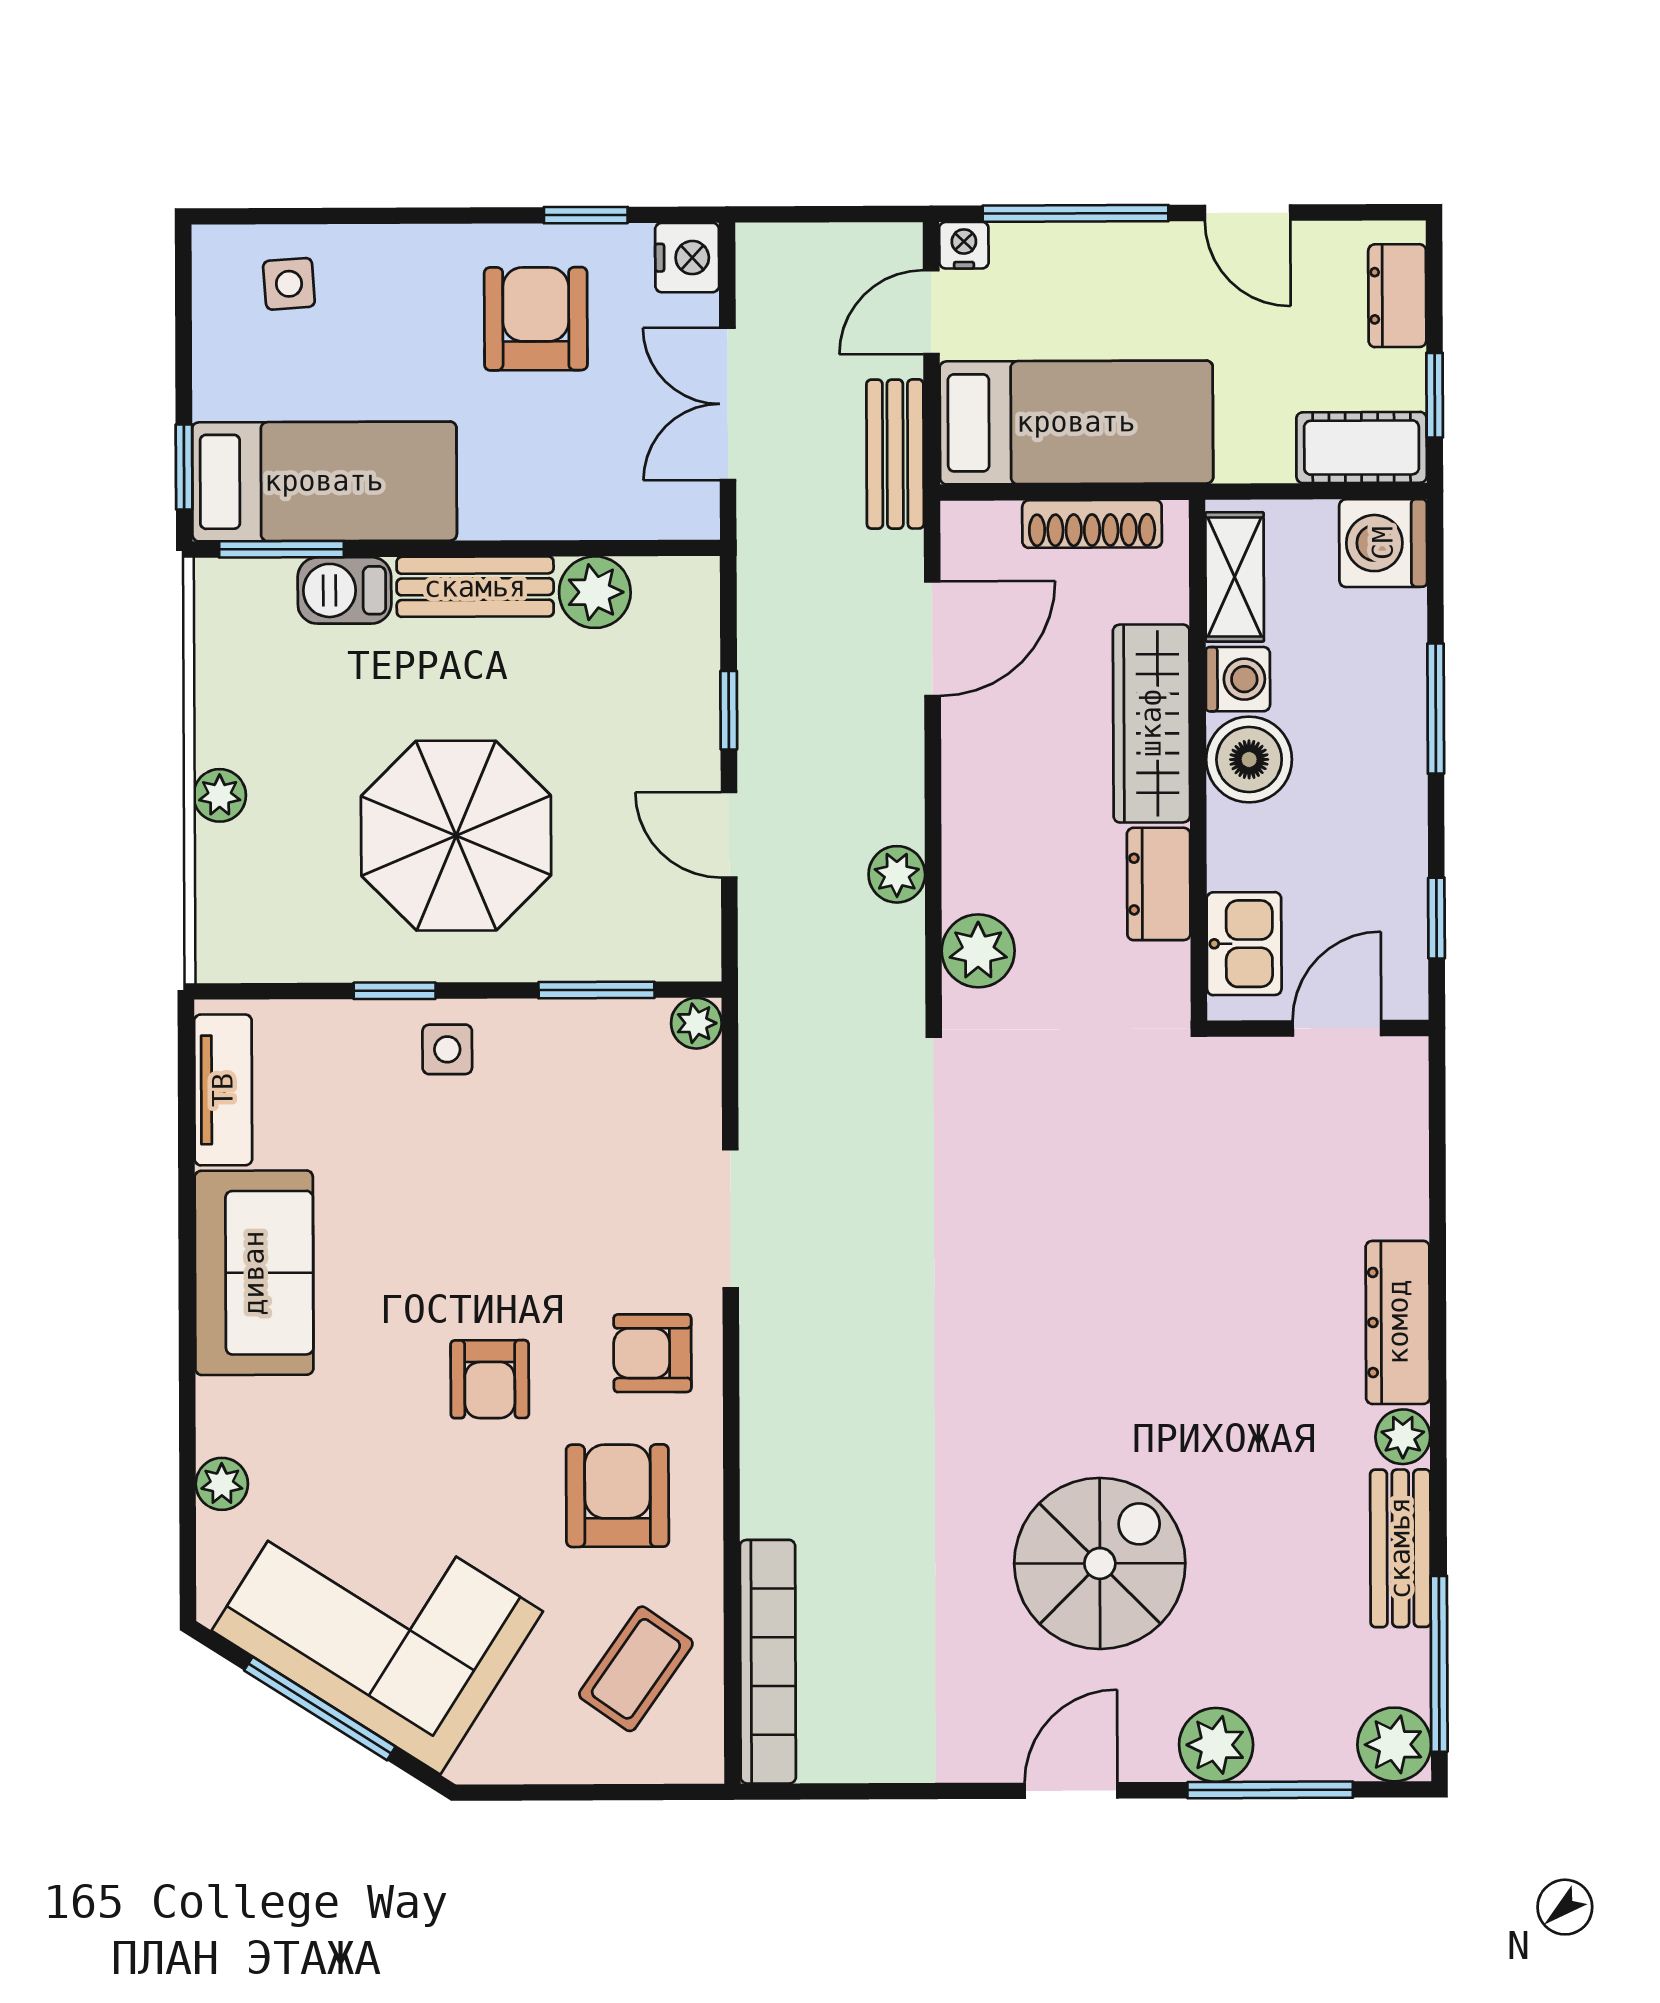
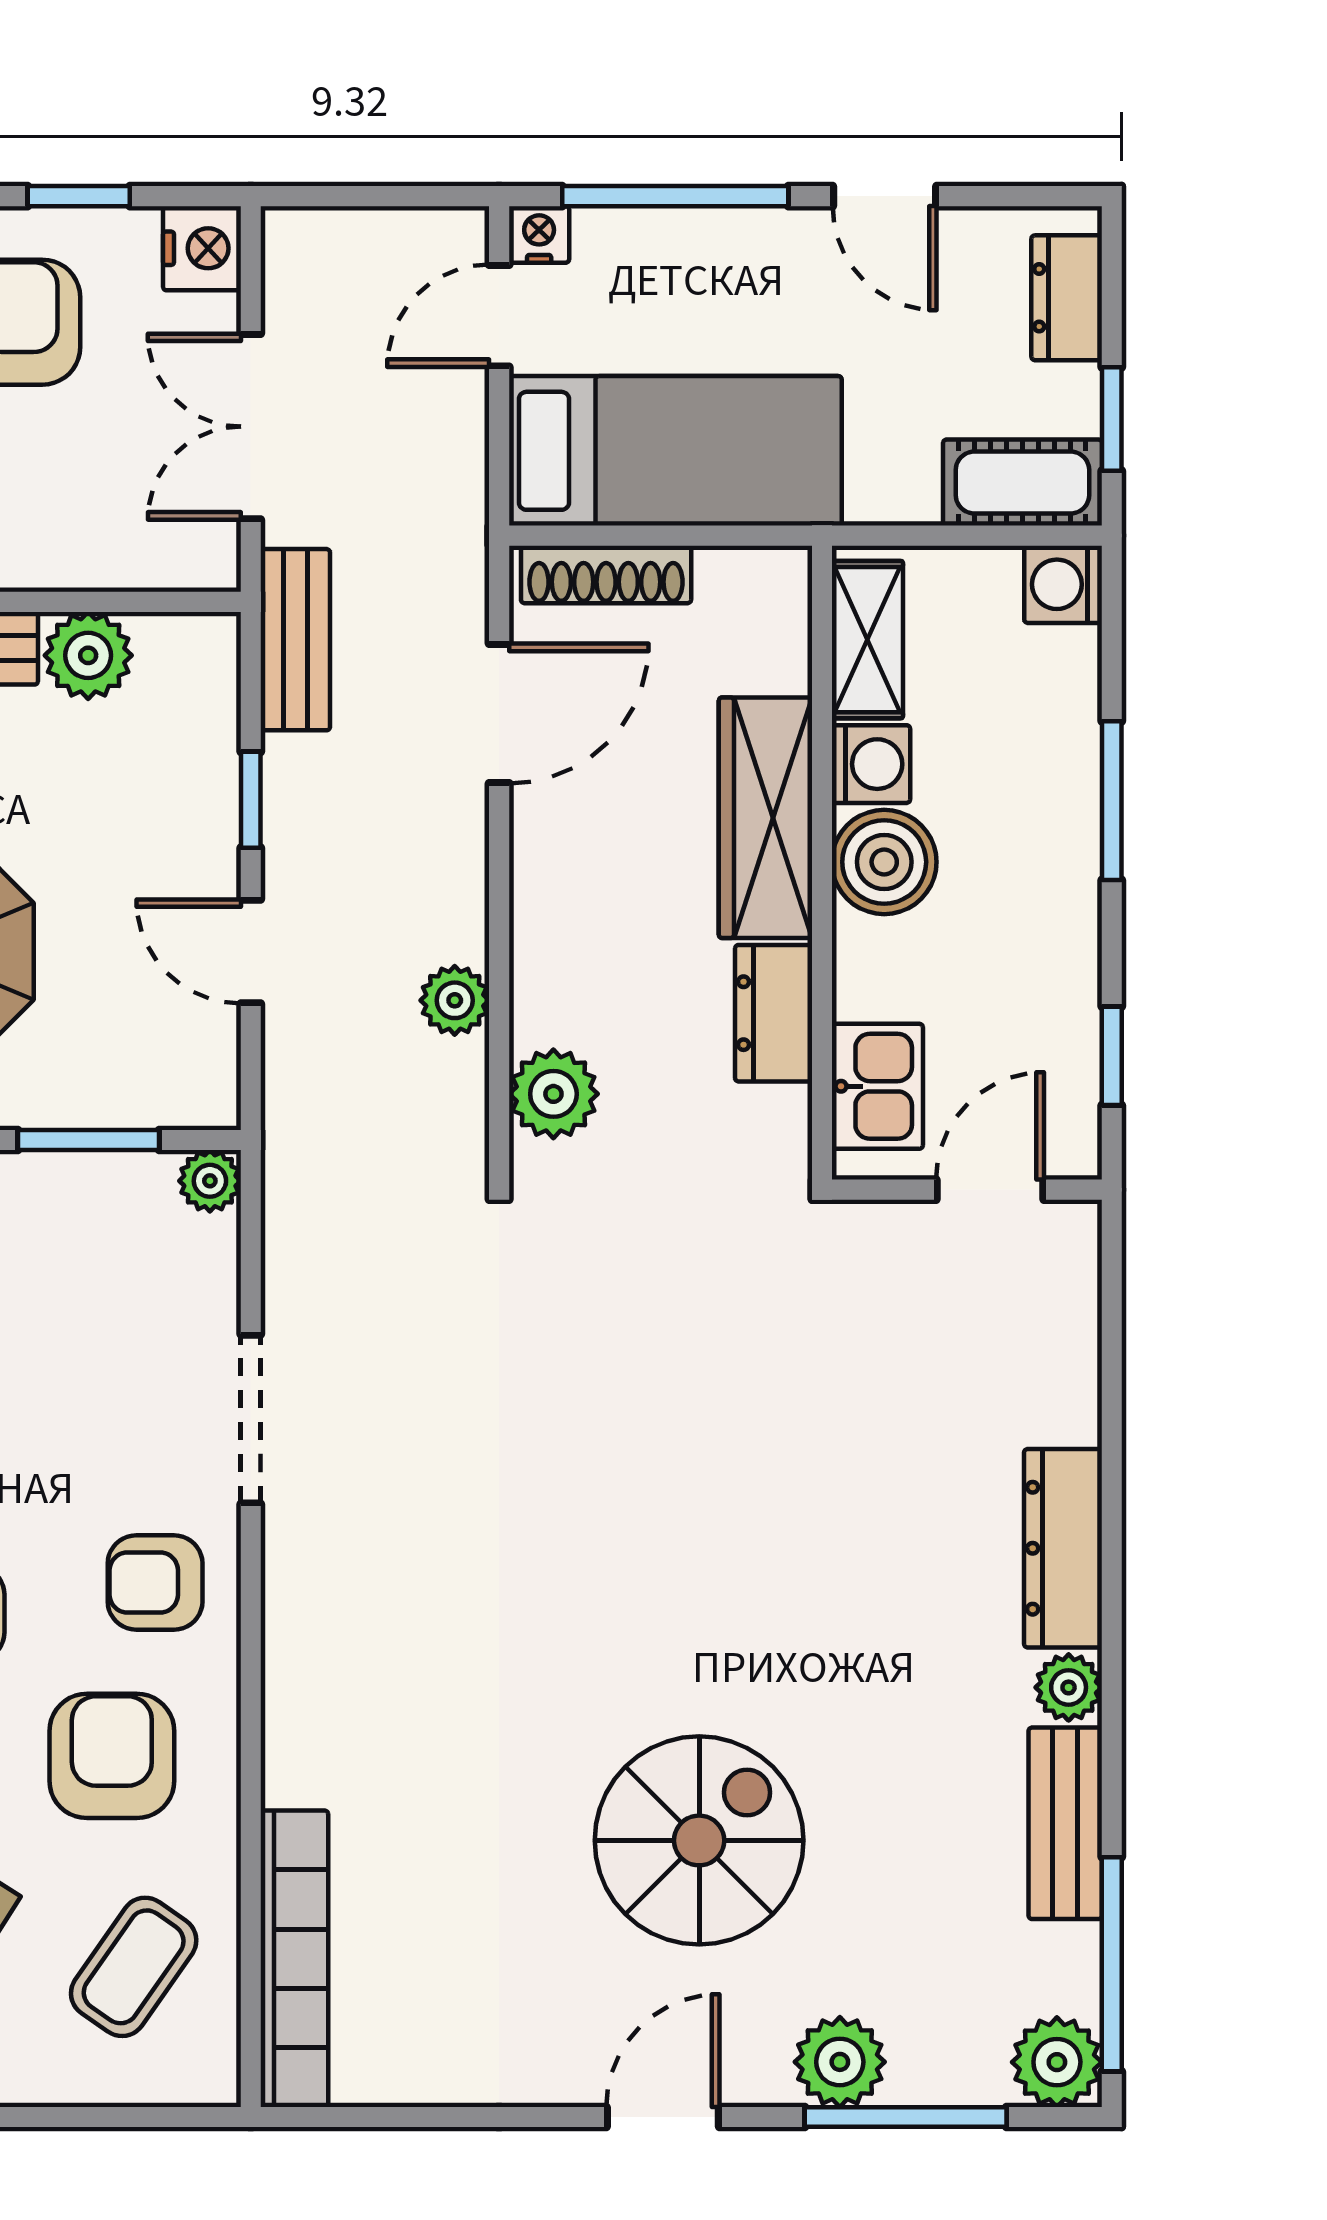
bench: (895, 454) -> (295, 640), moved
shoe rack: (1092, 524) -> (606, 574), moved
washing machine: (1383, 543) -> (1063, 584), width x0.73, depth x0.73

